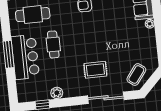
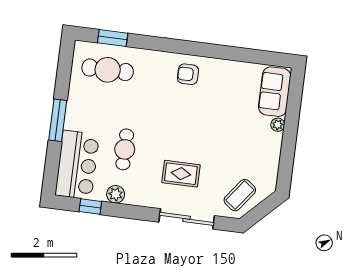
cafe table: (53, 44) -> (125, 149), moved
bar counter: (25, 57) -> (77, 165), moved

